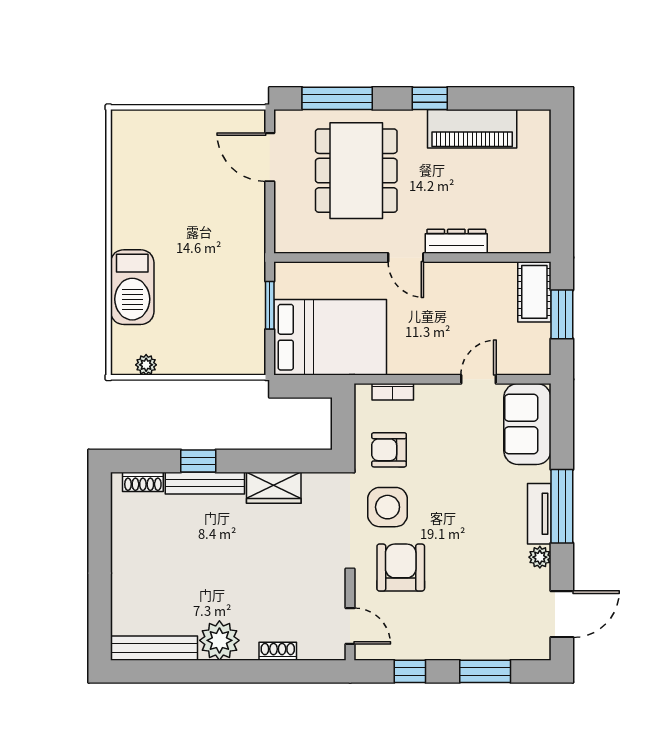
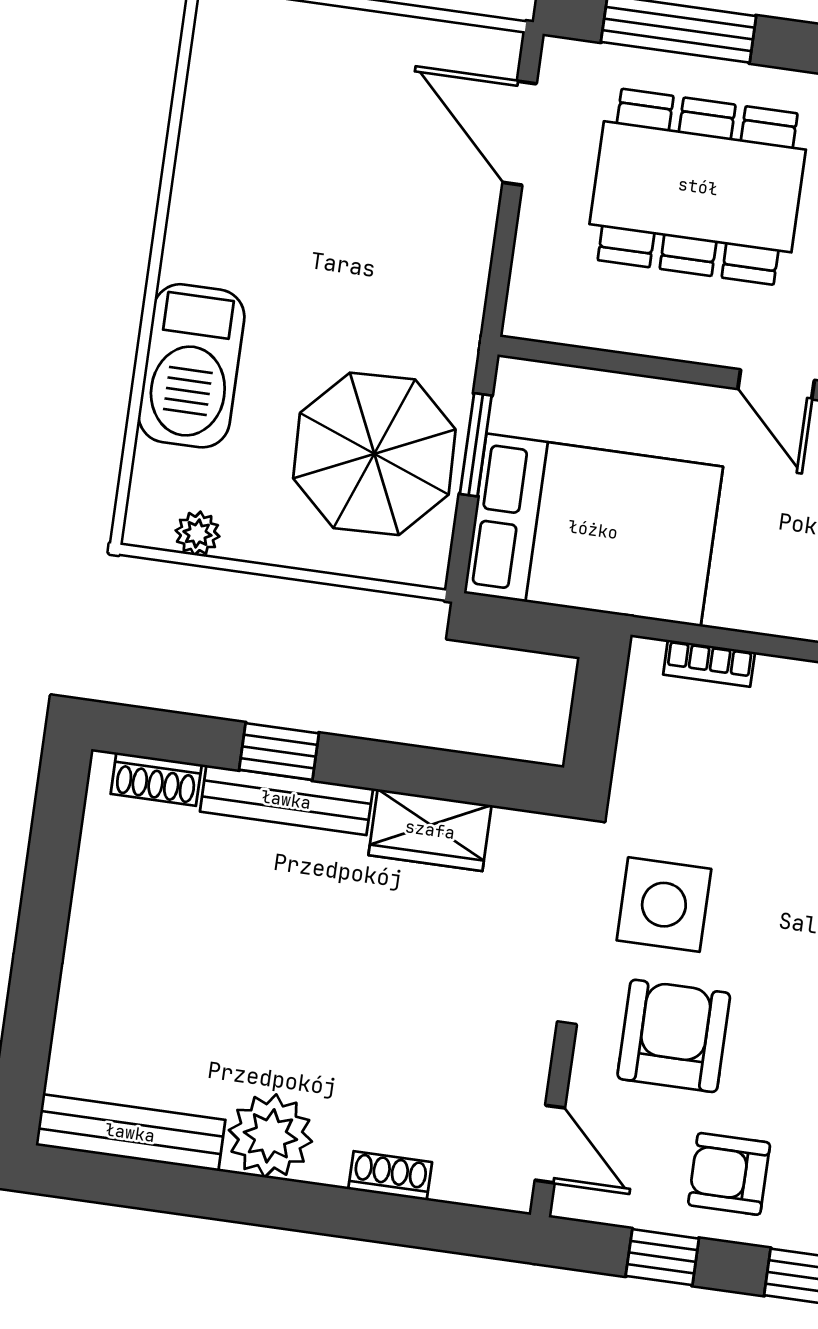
dining table: (356, 171) -> (698, 187), turned 90
parasol: (223, 316) -> (374, 454), added
armchair: (389, 450) -> (729, 1174), moved

